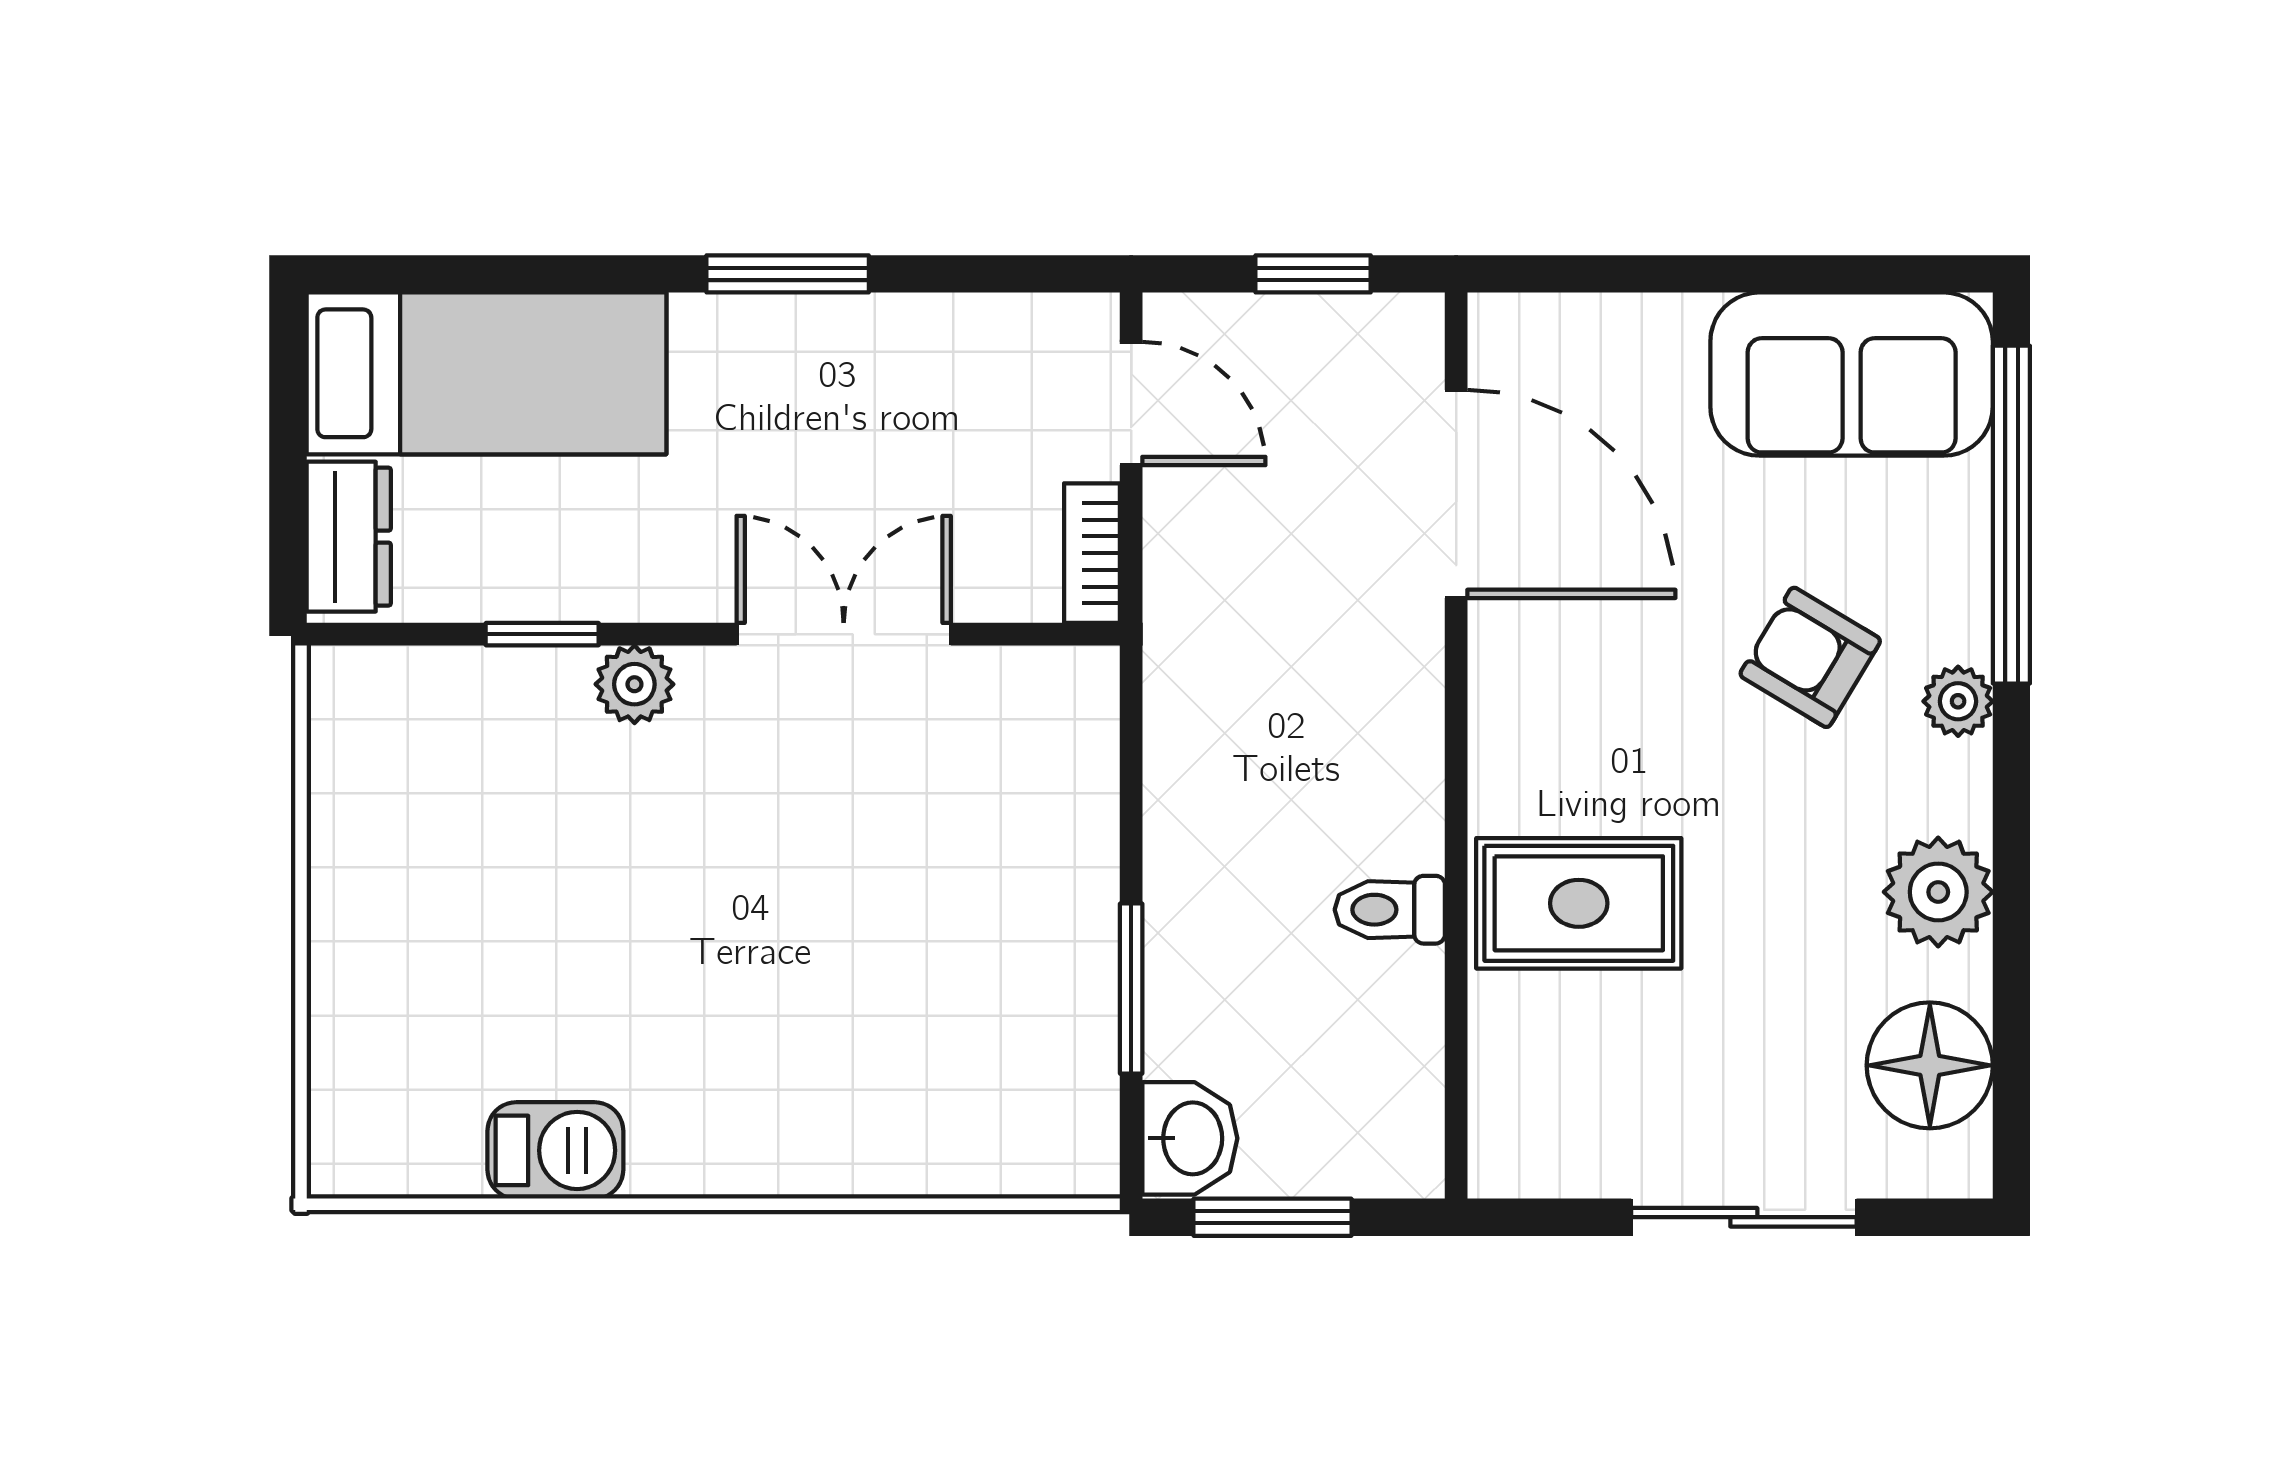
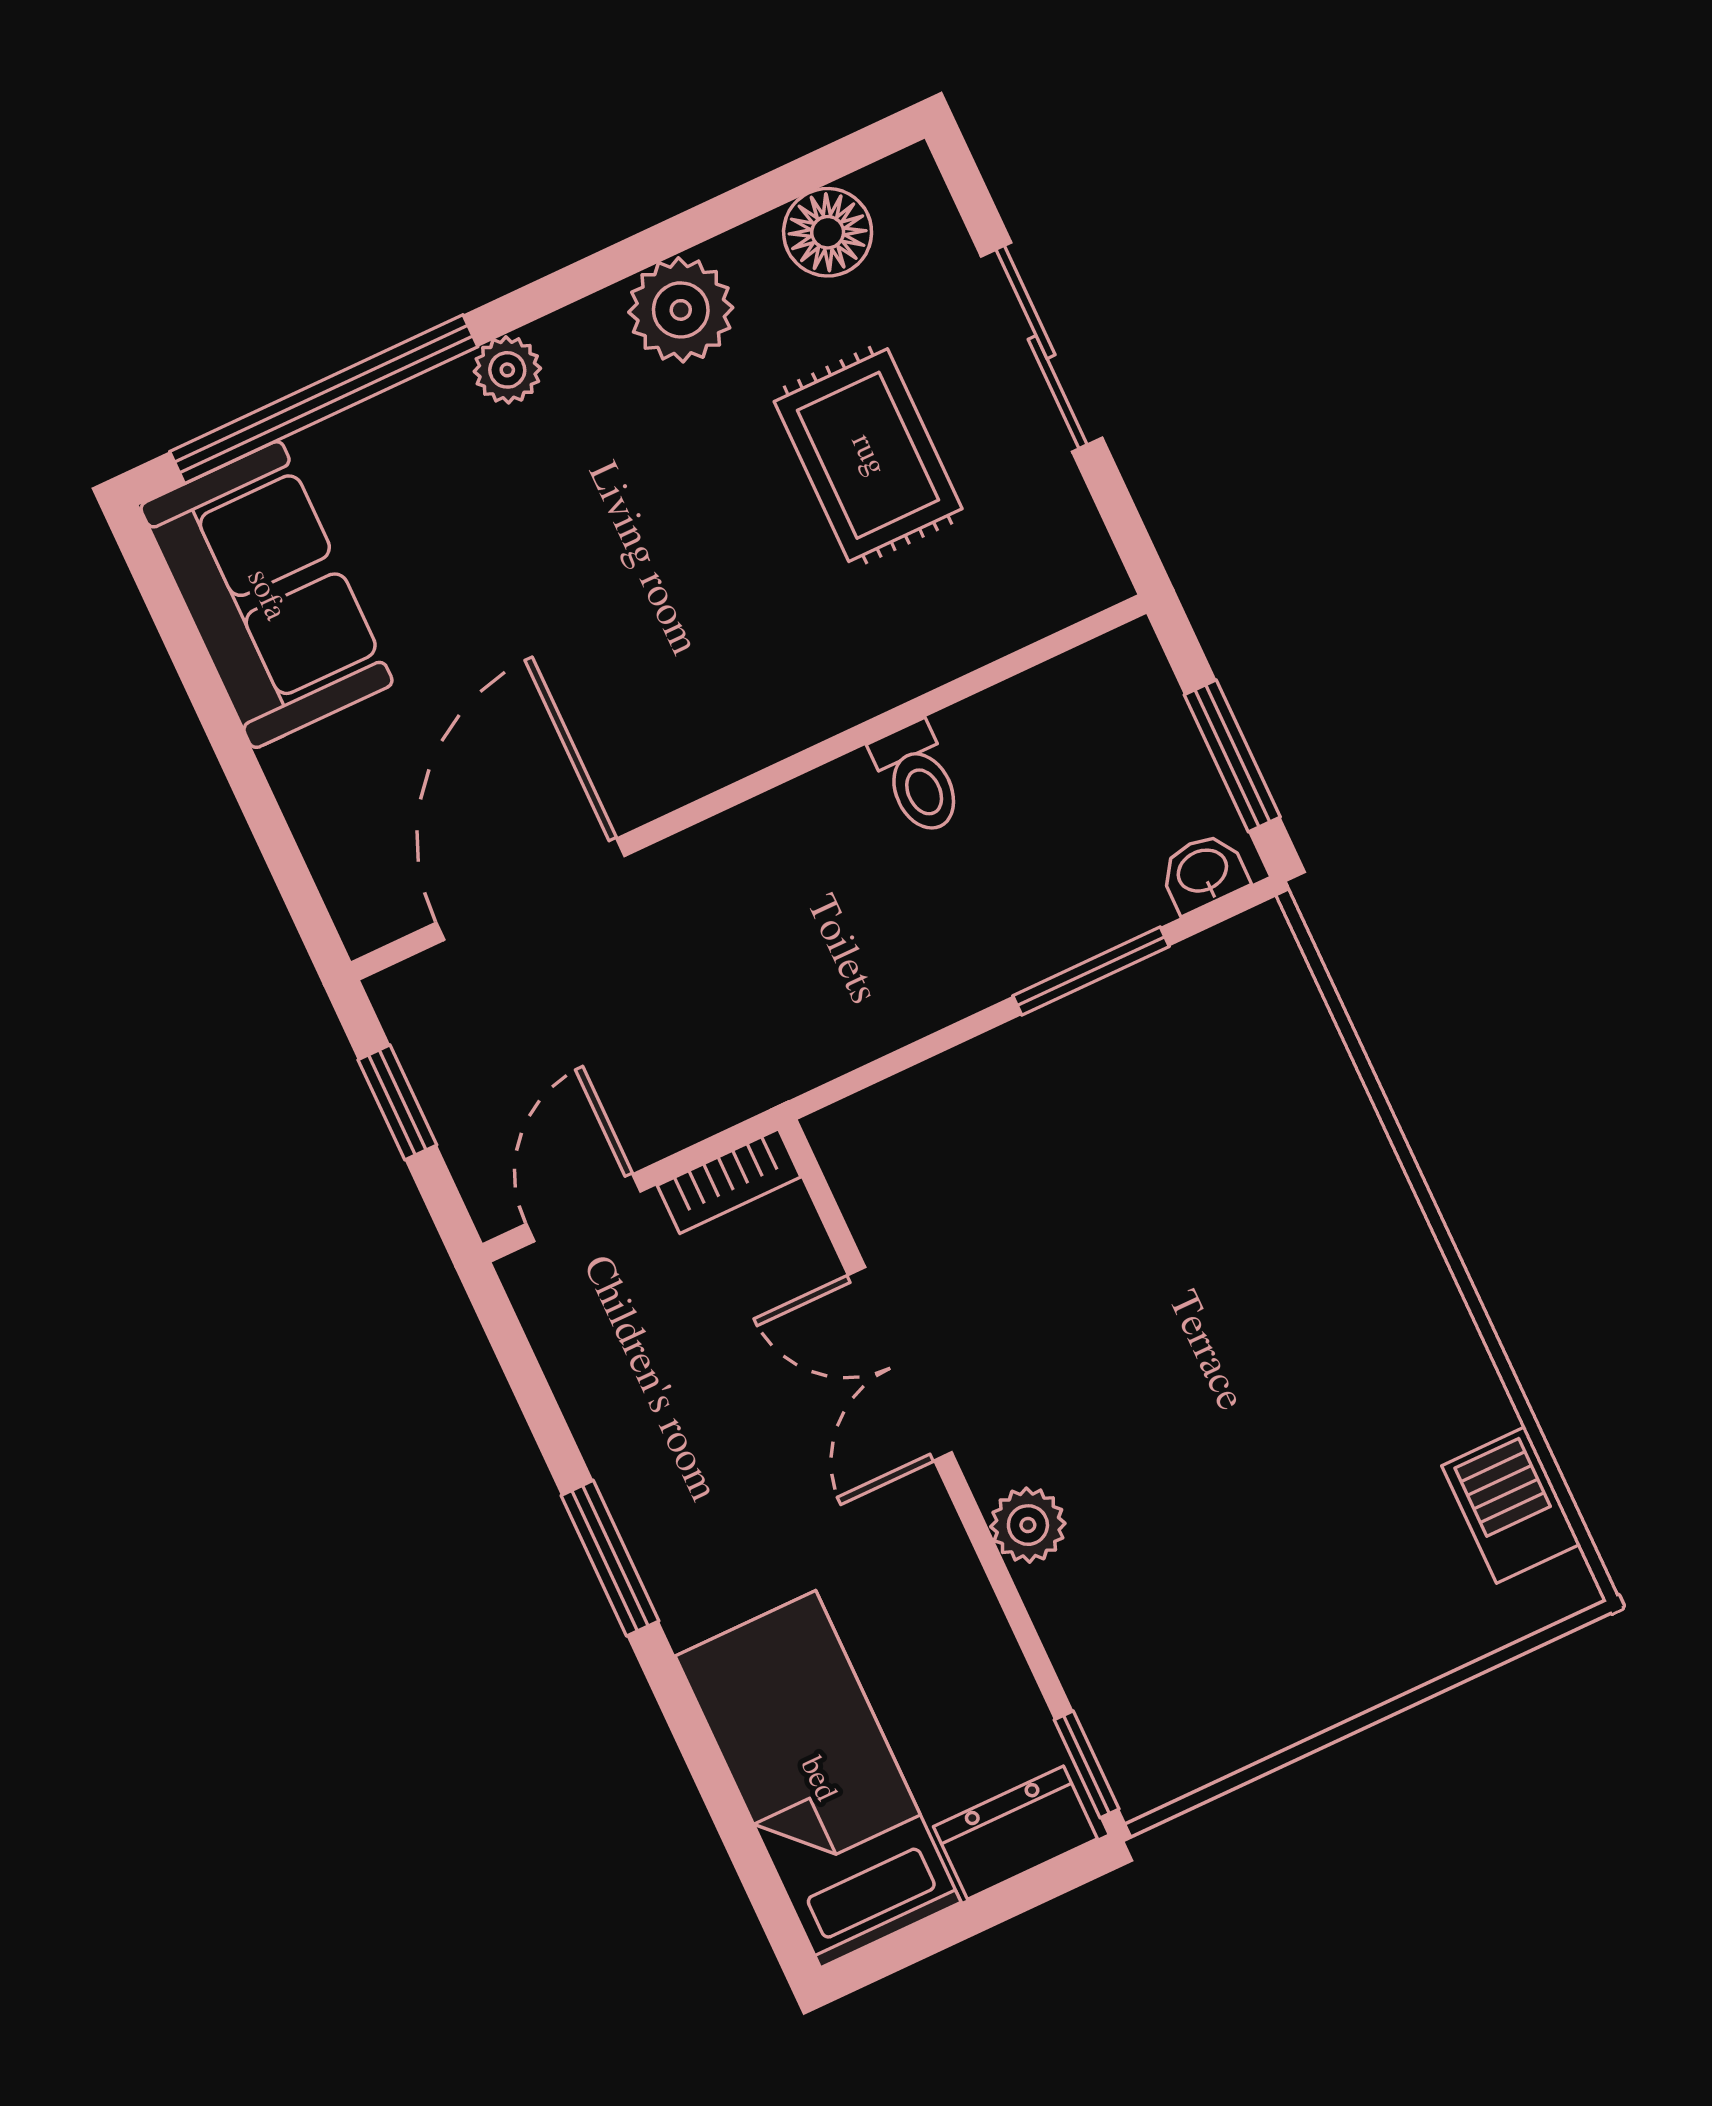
window: (542, 634) -> (1087, 1764), moved
armchair: (1810, 657) -> (529, 516), removed
rug: (1579, 903) -> (868, 455), moved
floor lamp: (1930, 1065) -> (828, 232), width x0.73, depth x0.73
washbasin: (1190, 1138) -> (1203, 872), width x0.72, depth x0.69
barbecue: (555, 1150) -> (1511, 1505), moved

